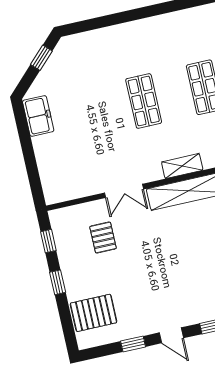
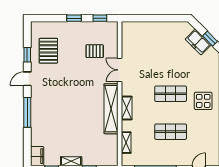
display table: (143, 46) -> (203, 101), added
freezer: (38, 116) -> (198, 42), moved, turned 45
pallet: (94, 313) -> (48, 51), moved

